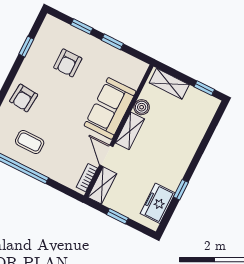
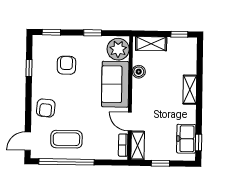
window: (82, 26) -> (51, 32), moved
armchair: (68, 63) -> (66, 65), turned 180
plant: (131, 73) -> (118, 49), added
shelving: (130, 131) -> (190, 90), moved
coffee table: (30, 142) -> (66, 139), width x1.36, depth x1.30
window: (181, 190) -> (199, 143), moved

